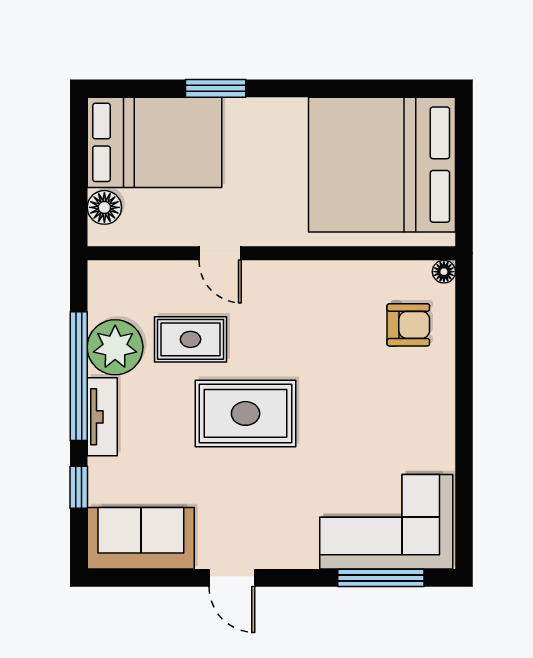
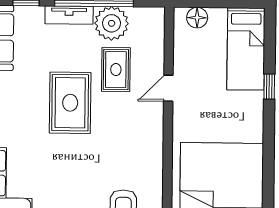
window: (216, 88) -> (269, 87), width x0.67
bed: (155, 142) -> (246, 49), width x0.67

